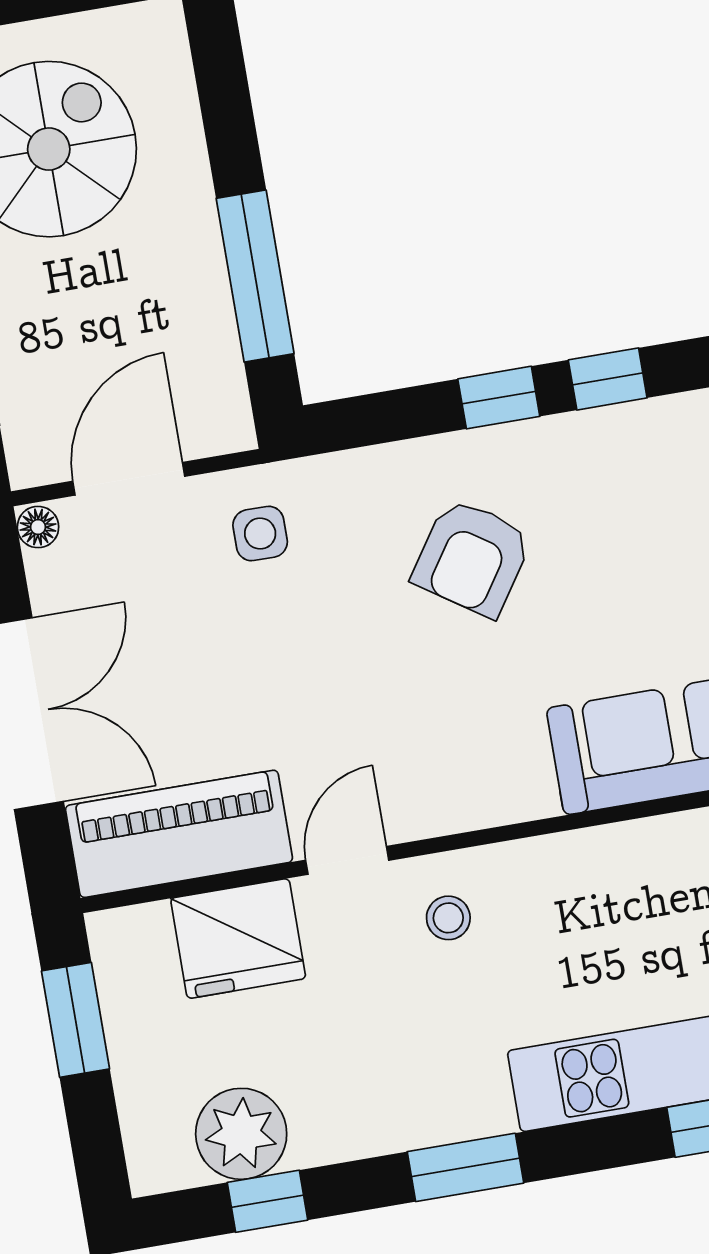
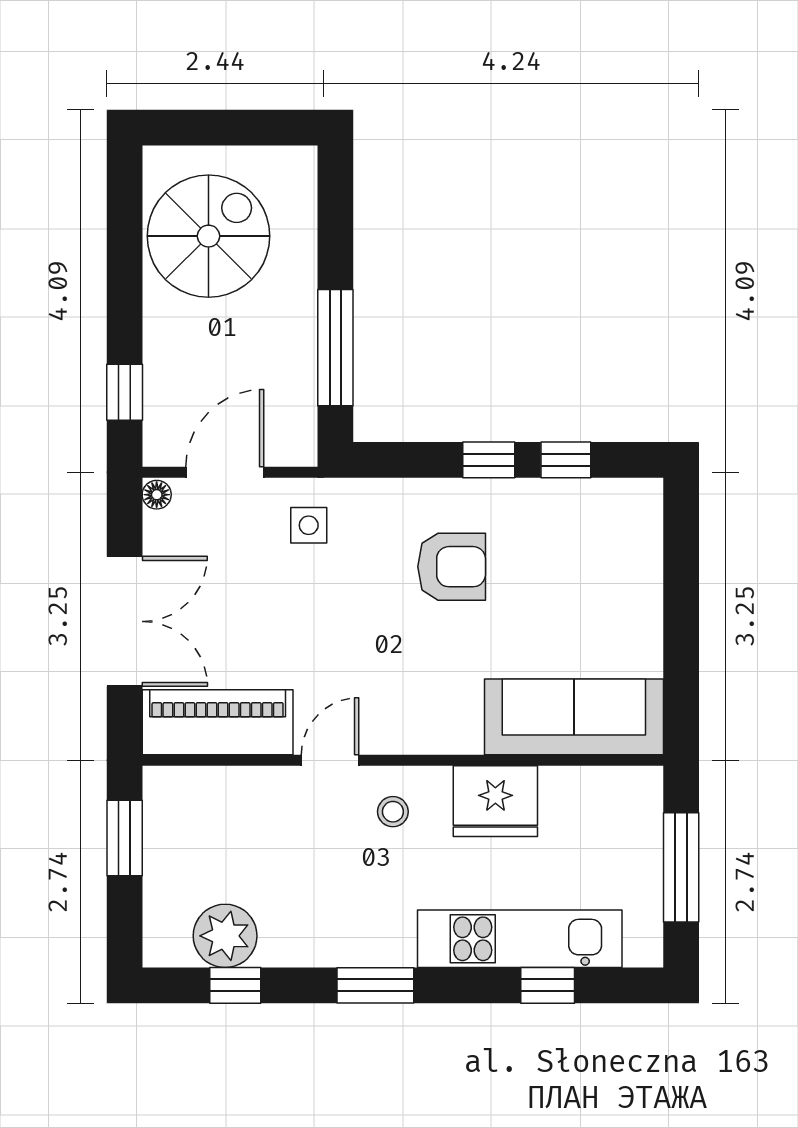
armchair: (472, 557) -> (452, 567), turned -124
fridge: (238, 938) -> (495, 801), moved

